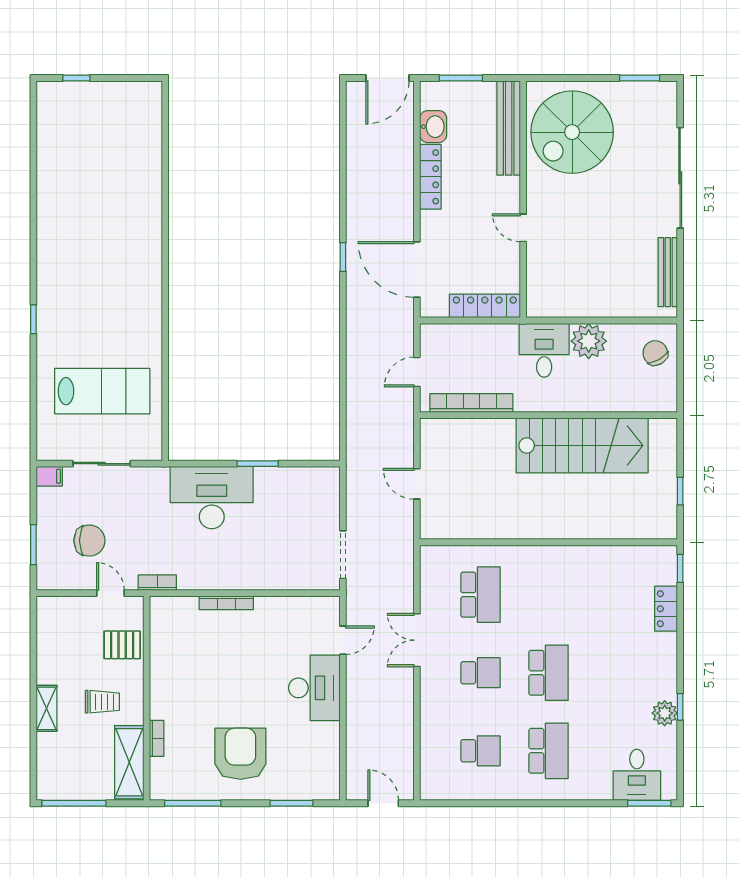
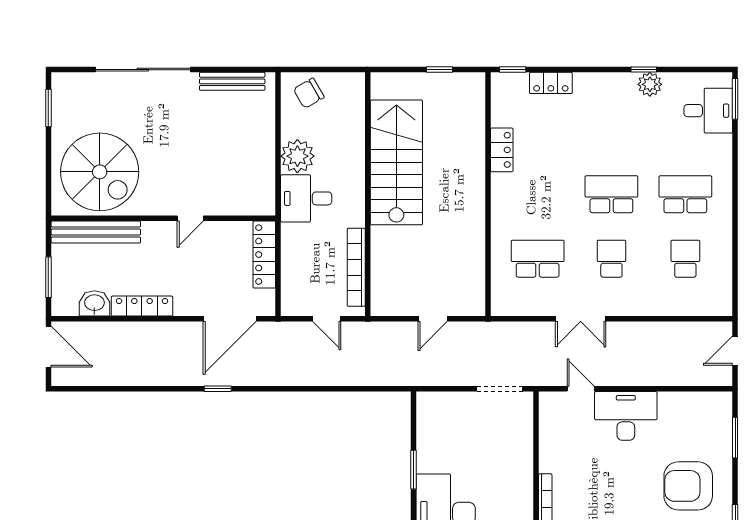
locker: (595, 557) -> (502, 150), added

